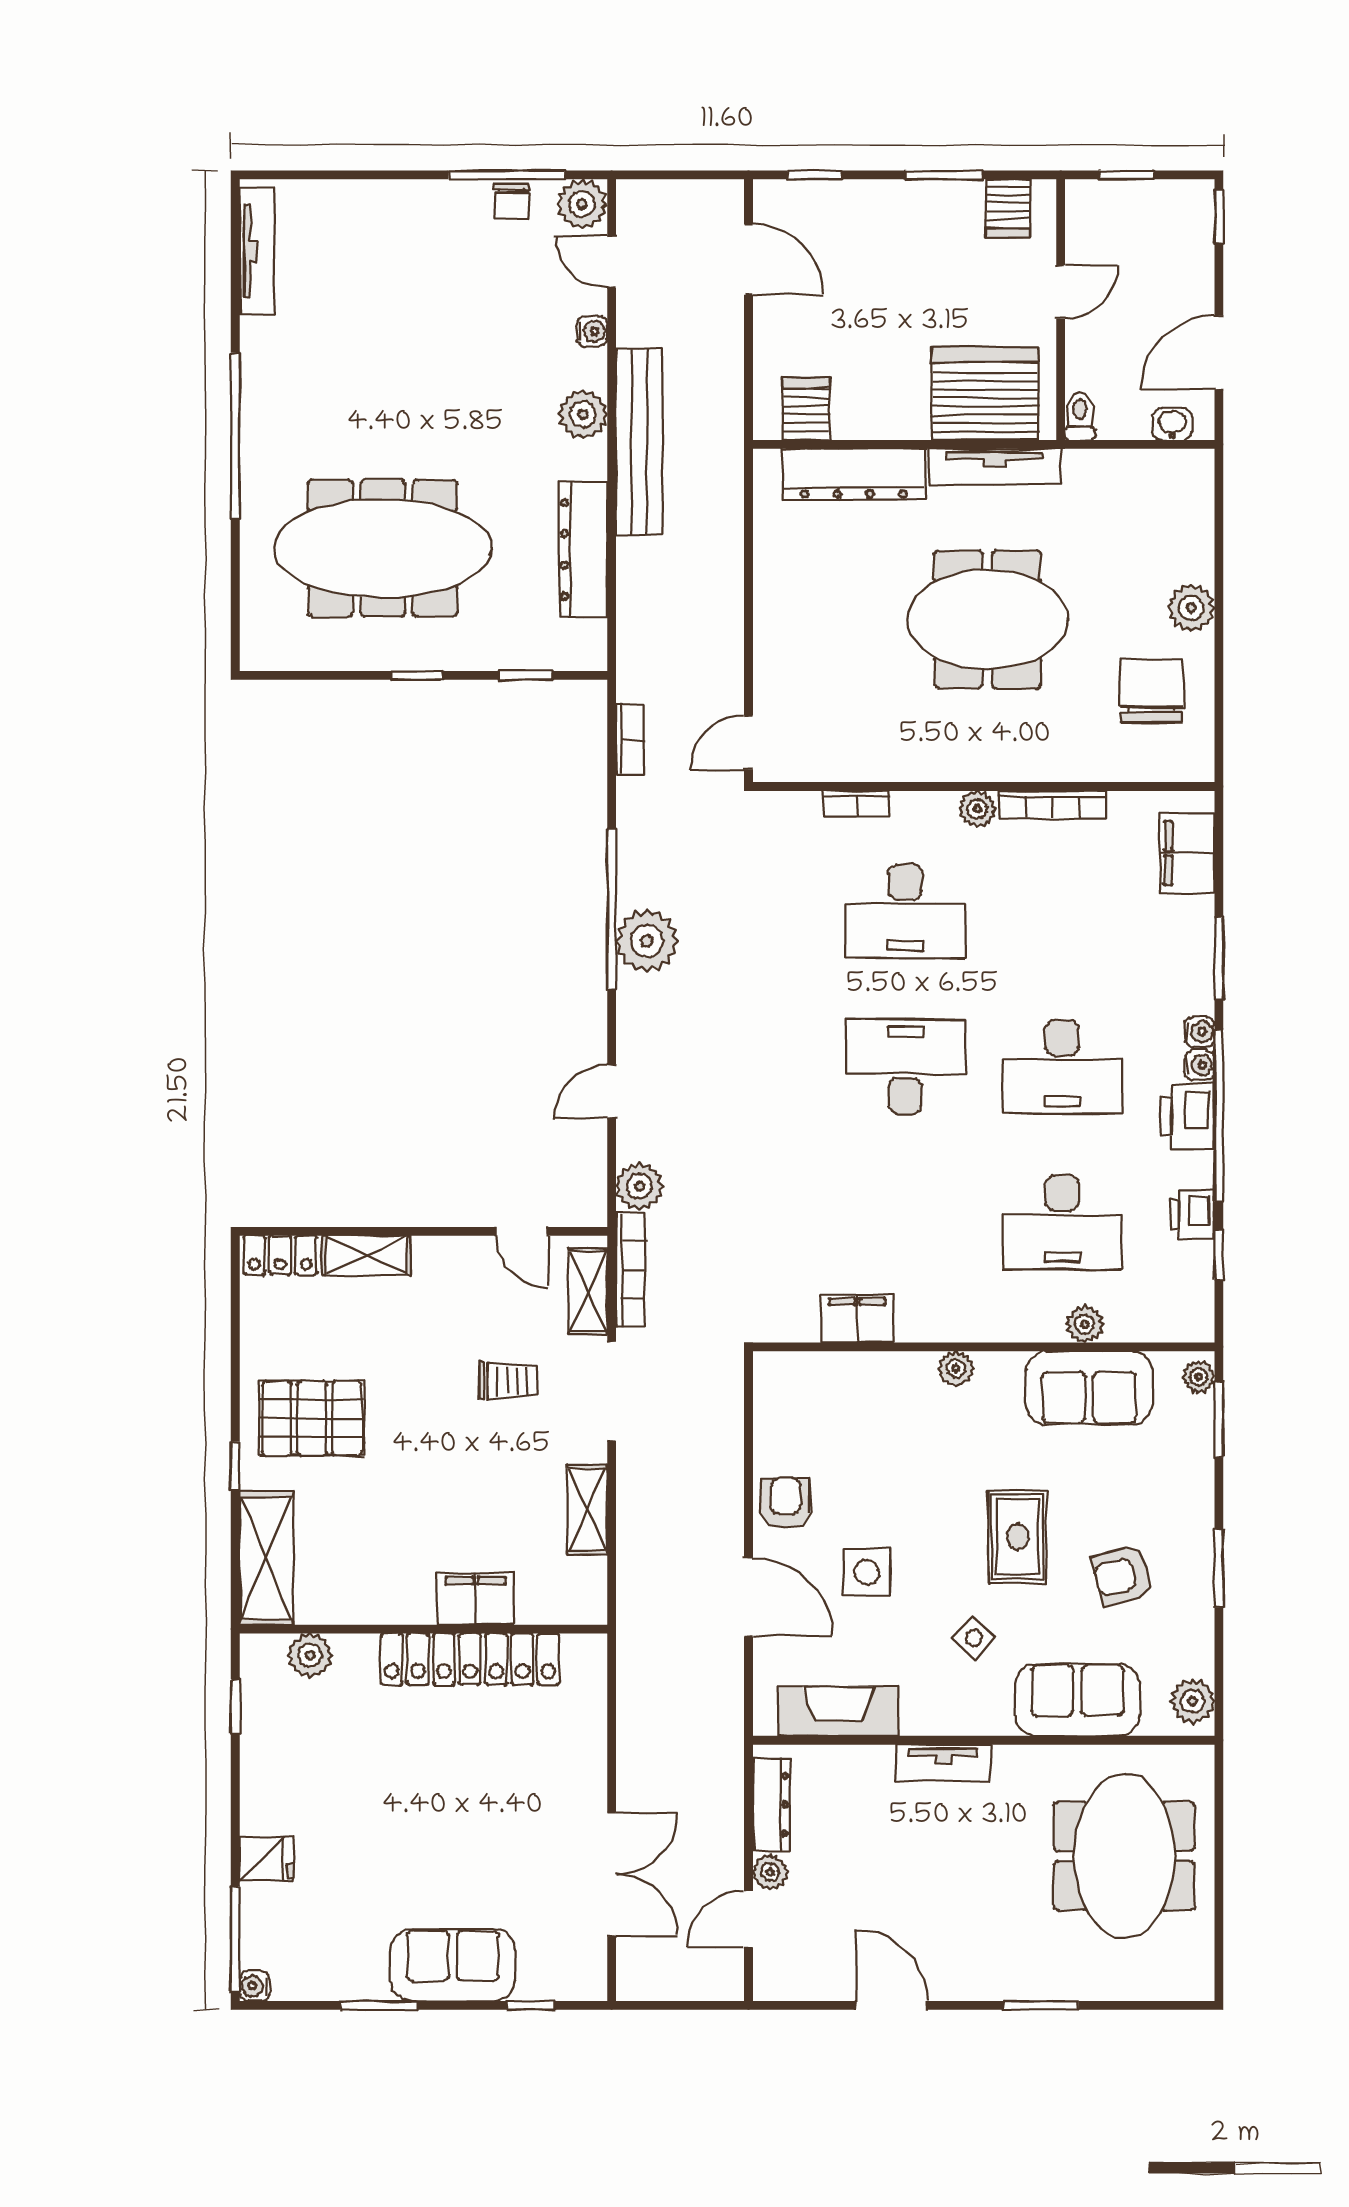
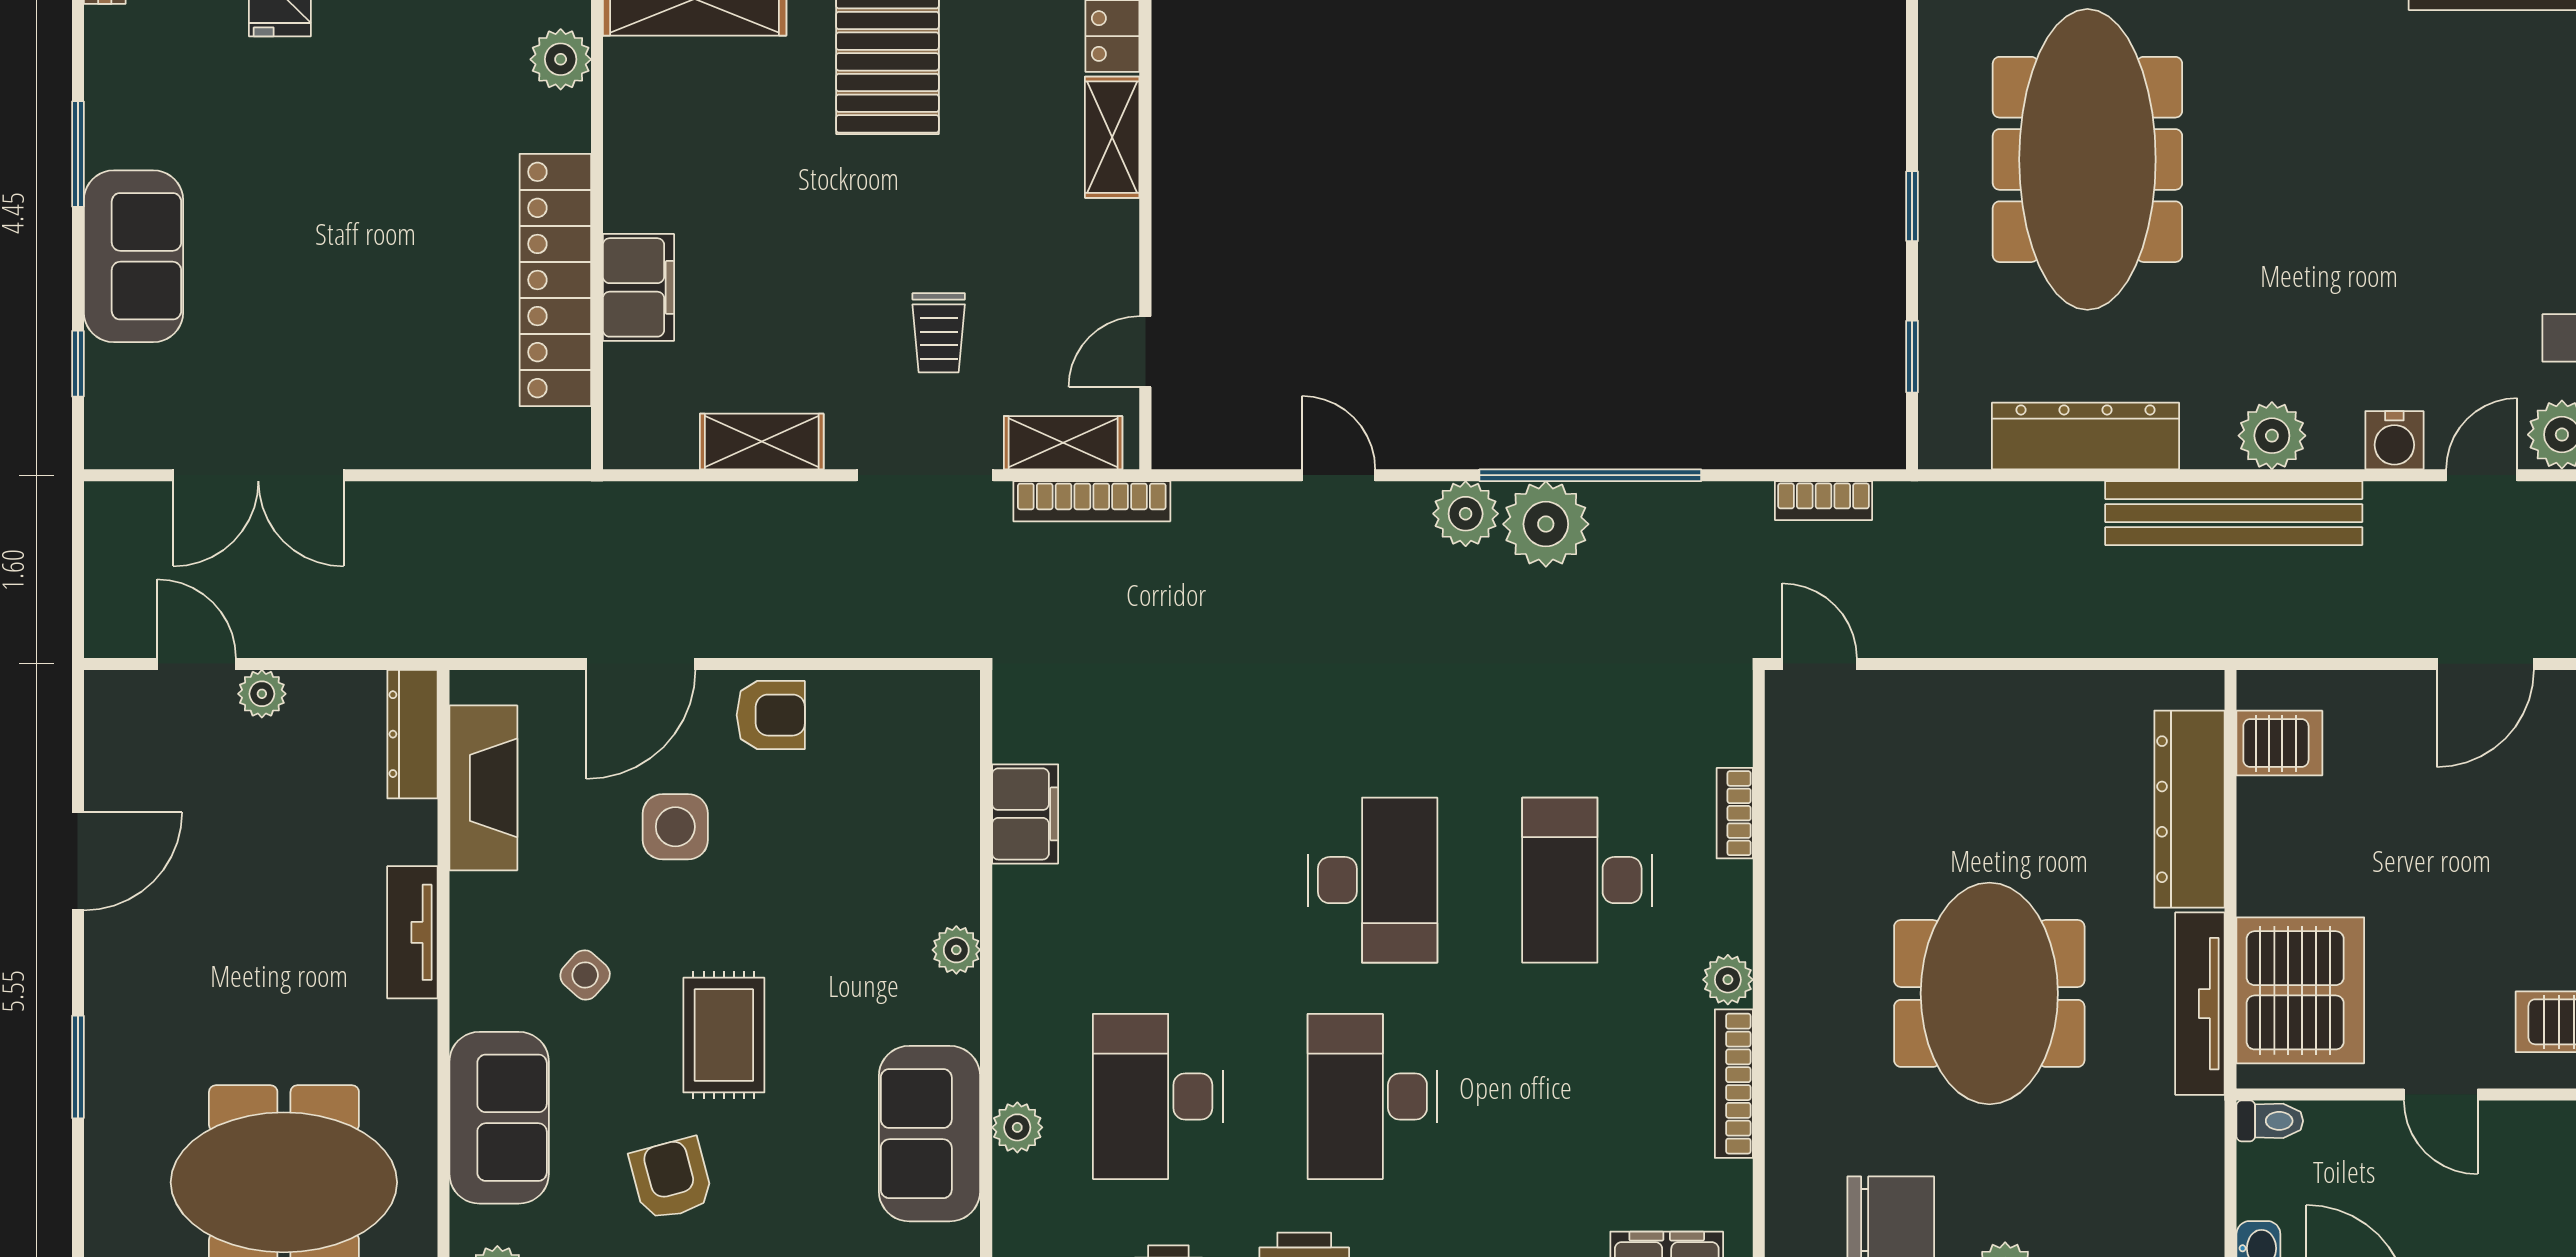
water cooler: (592, 331) -> (2394, 440), width x1.38, depth x1.38
plant: (640, 1186) -> (1466, 514), moved
rug: (1018, 1537) -> (724, 1035), turned 90
dresser: (771, 1805) -> (413, 734), moved, turned 90

